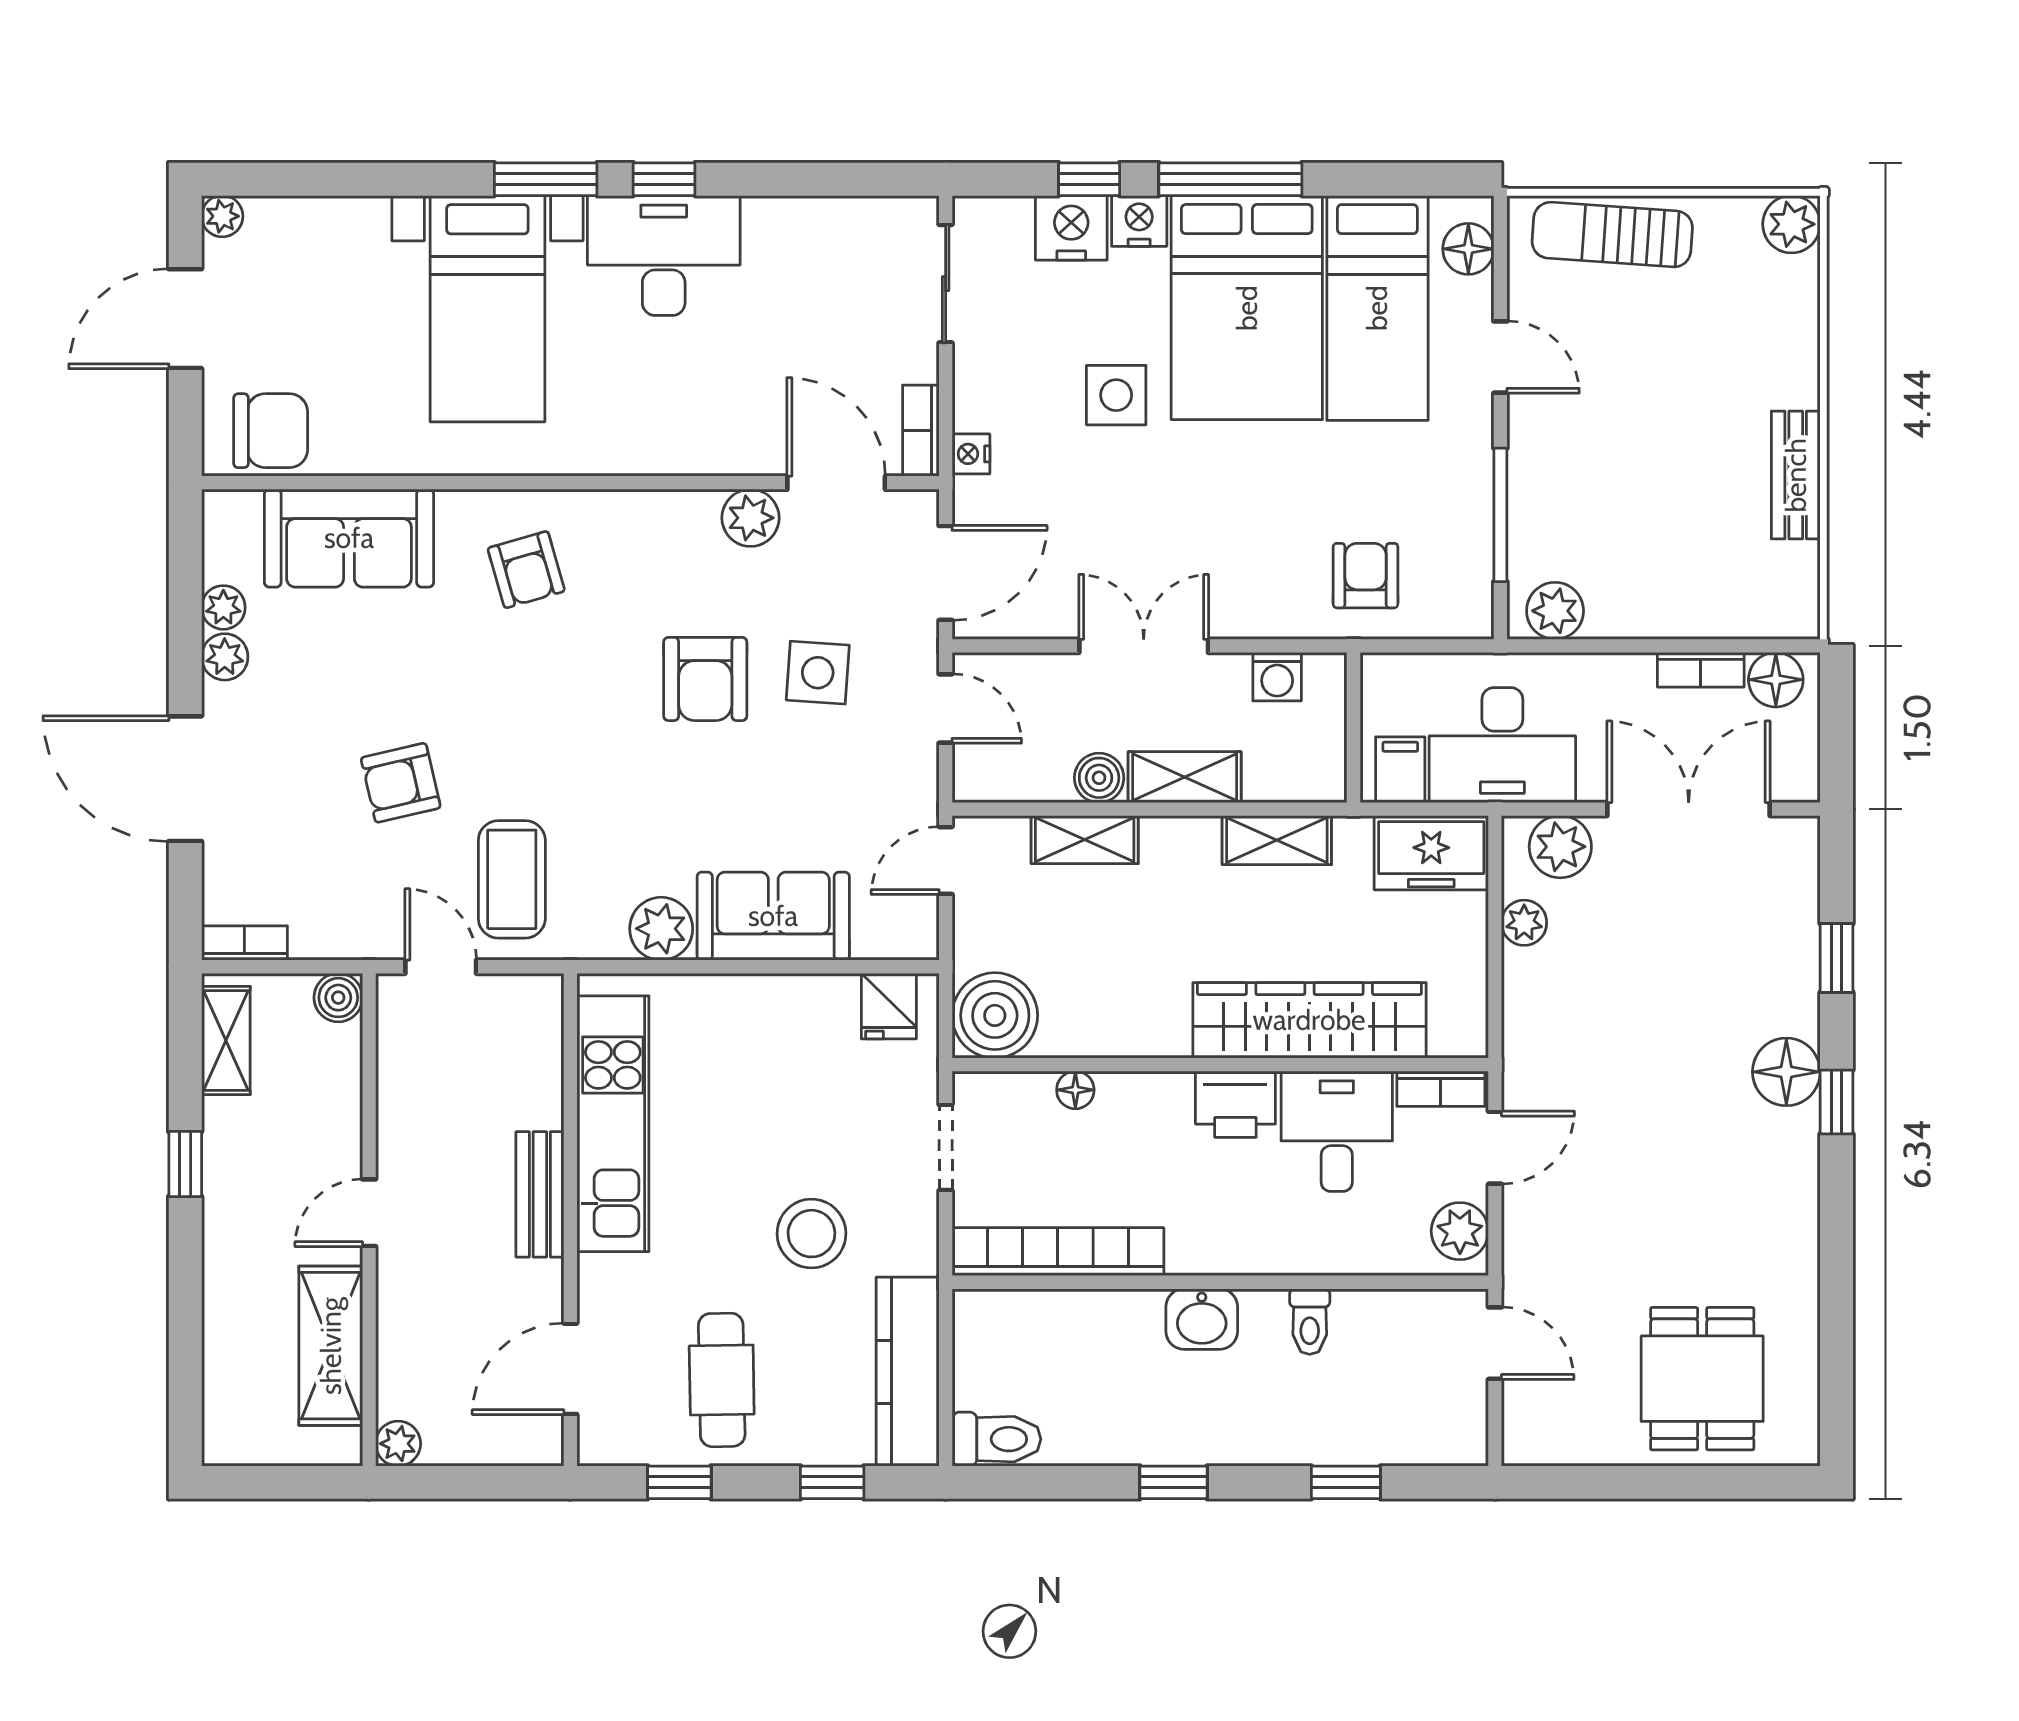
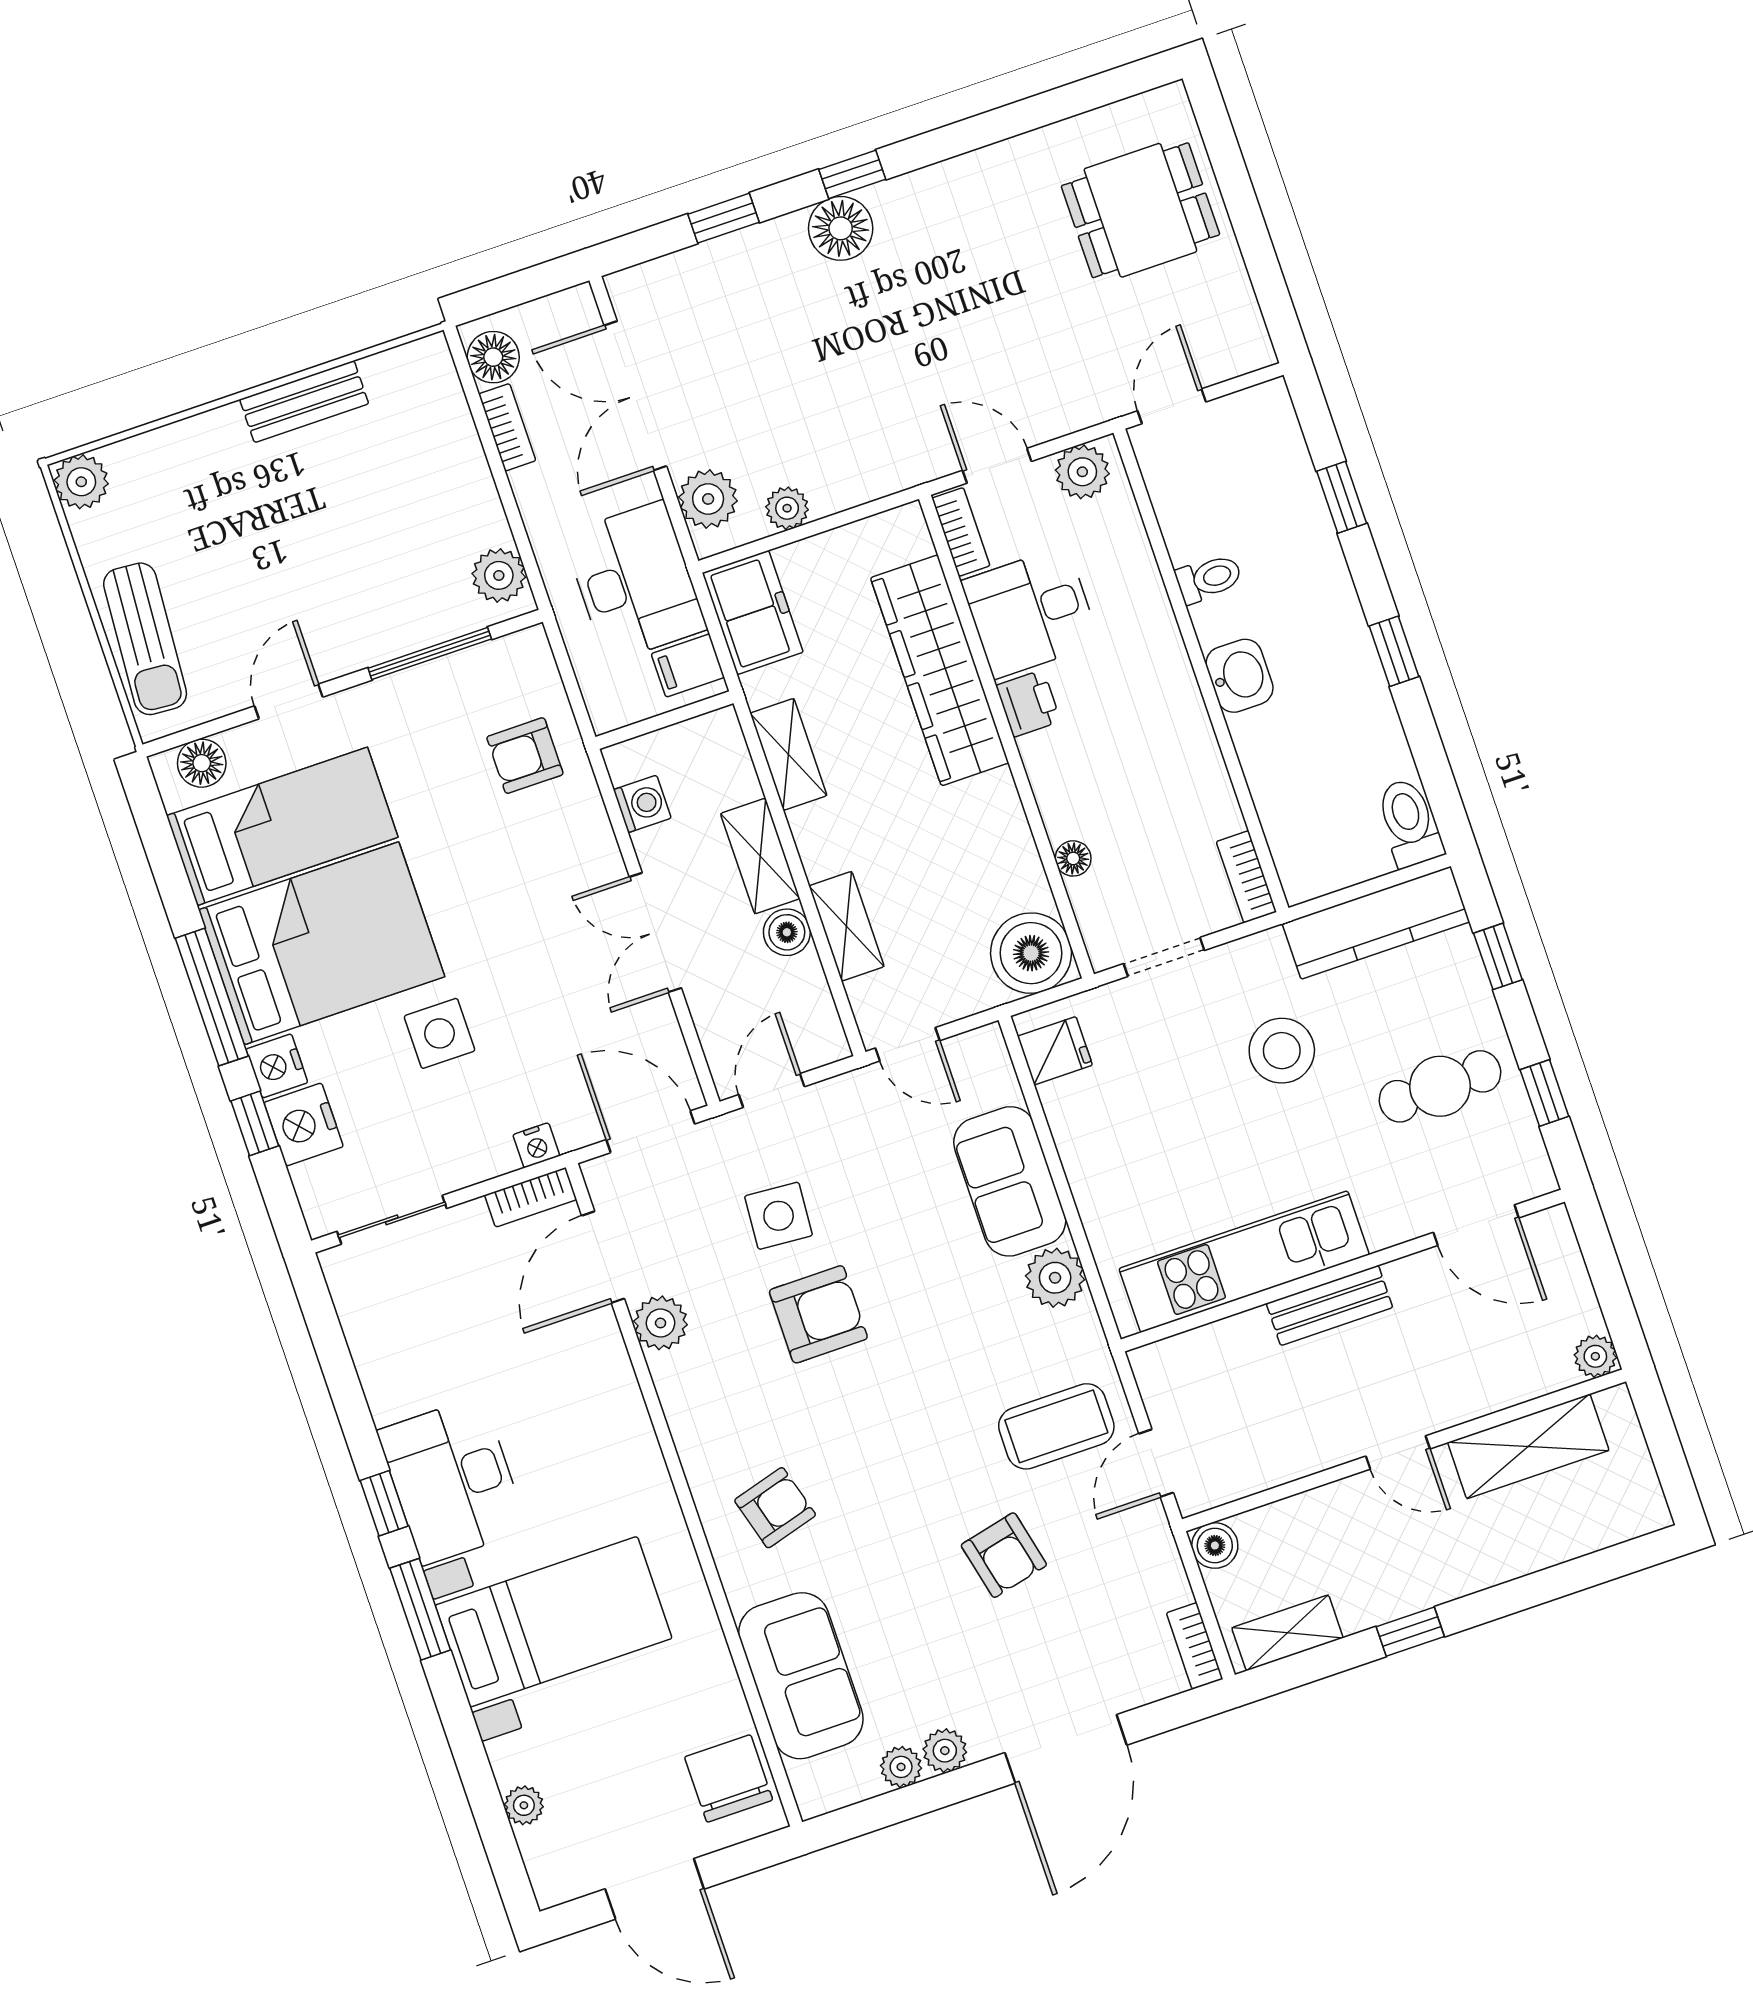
plant: (222, 216) -> (524, 1805), moved
printer: (1235, 1104) -> (1028, 703), width x0.73, depth x0.81
bookcase: (1058, 1252) -> (1246, 877), width x0.43, depth x0.76

